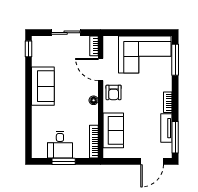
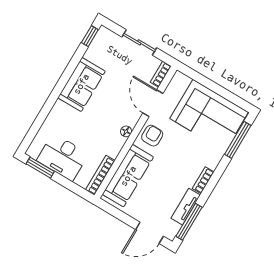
armchair: (114, 92) -> (152, 136), turned 180
sofa: (113, 130) -> (128, 176), width x1.36
desk: (60, 145) -> (63, 157), width x1.37
window: (64, 161) -> (40, 168), moved

